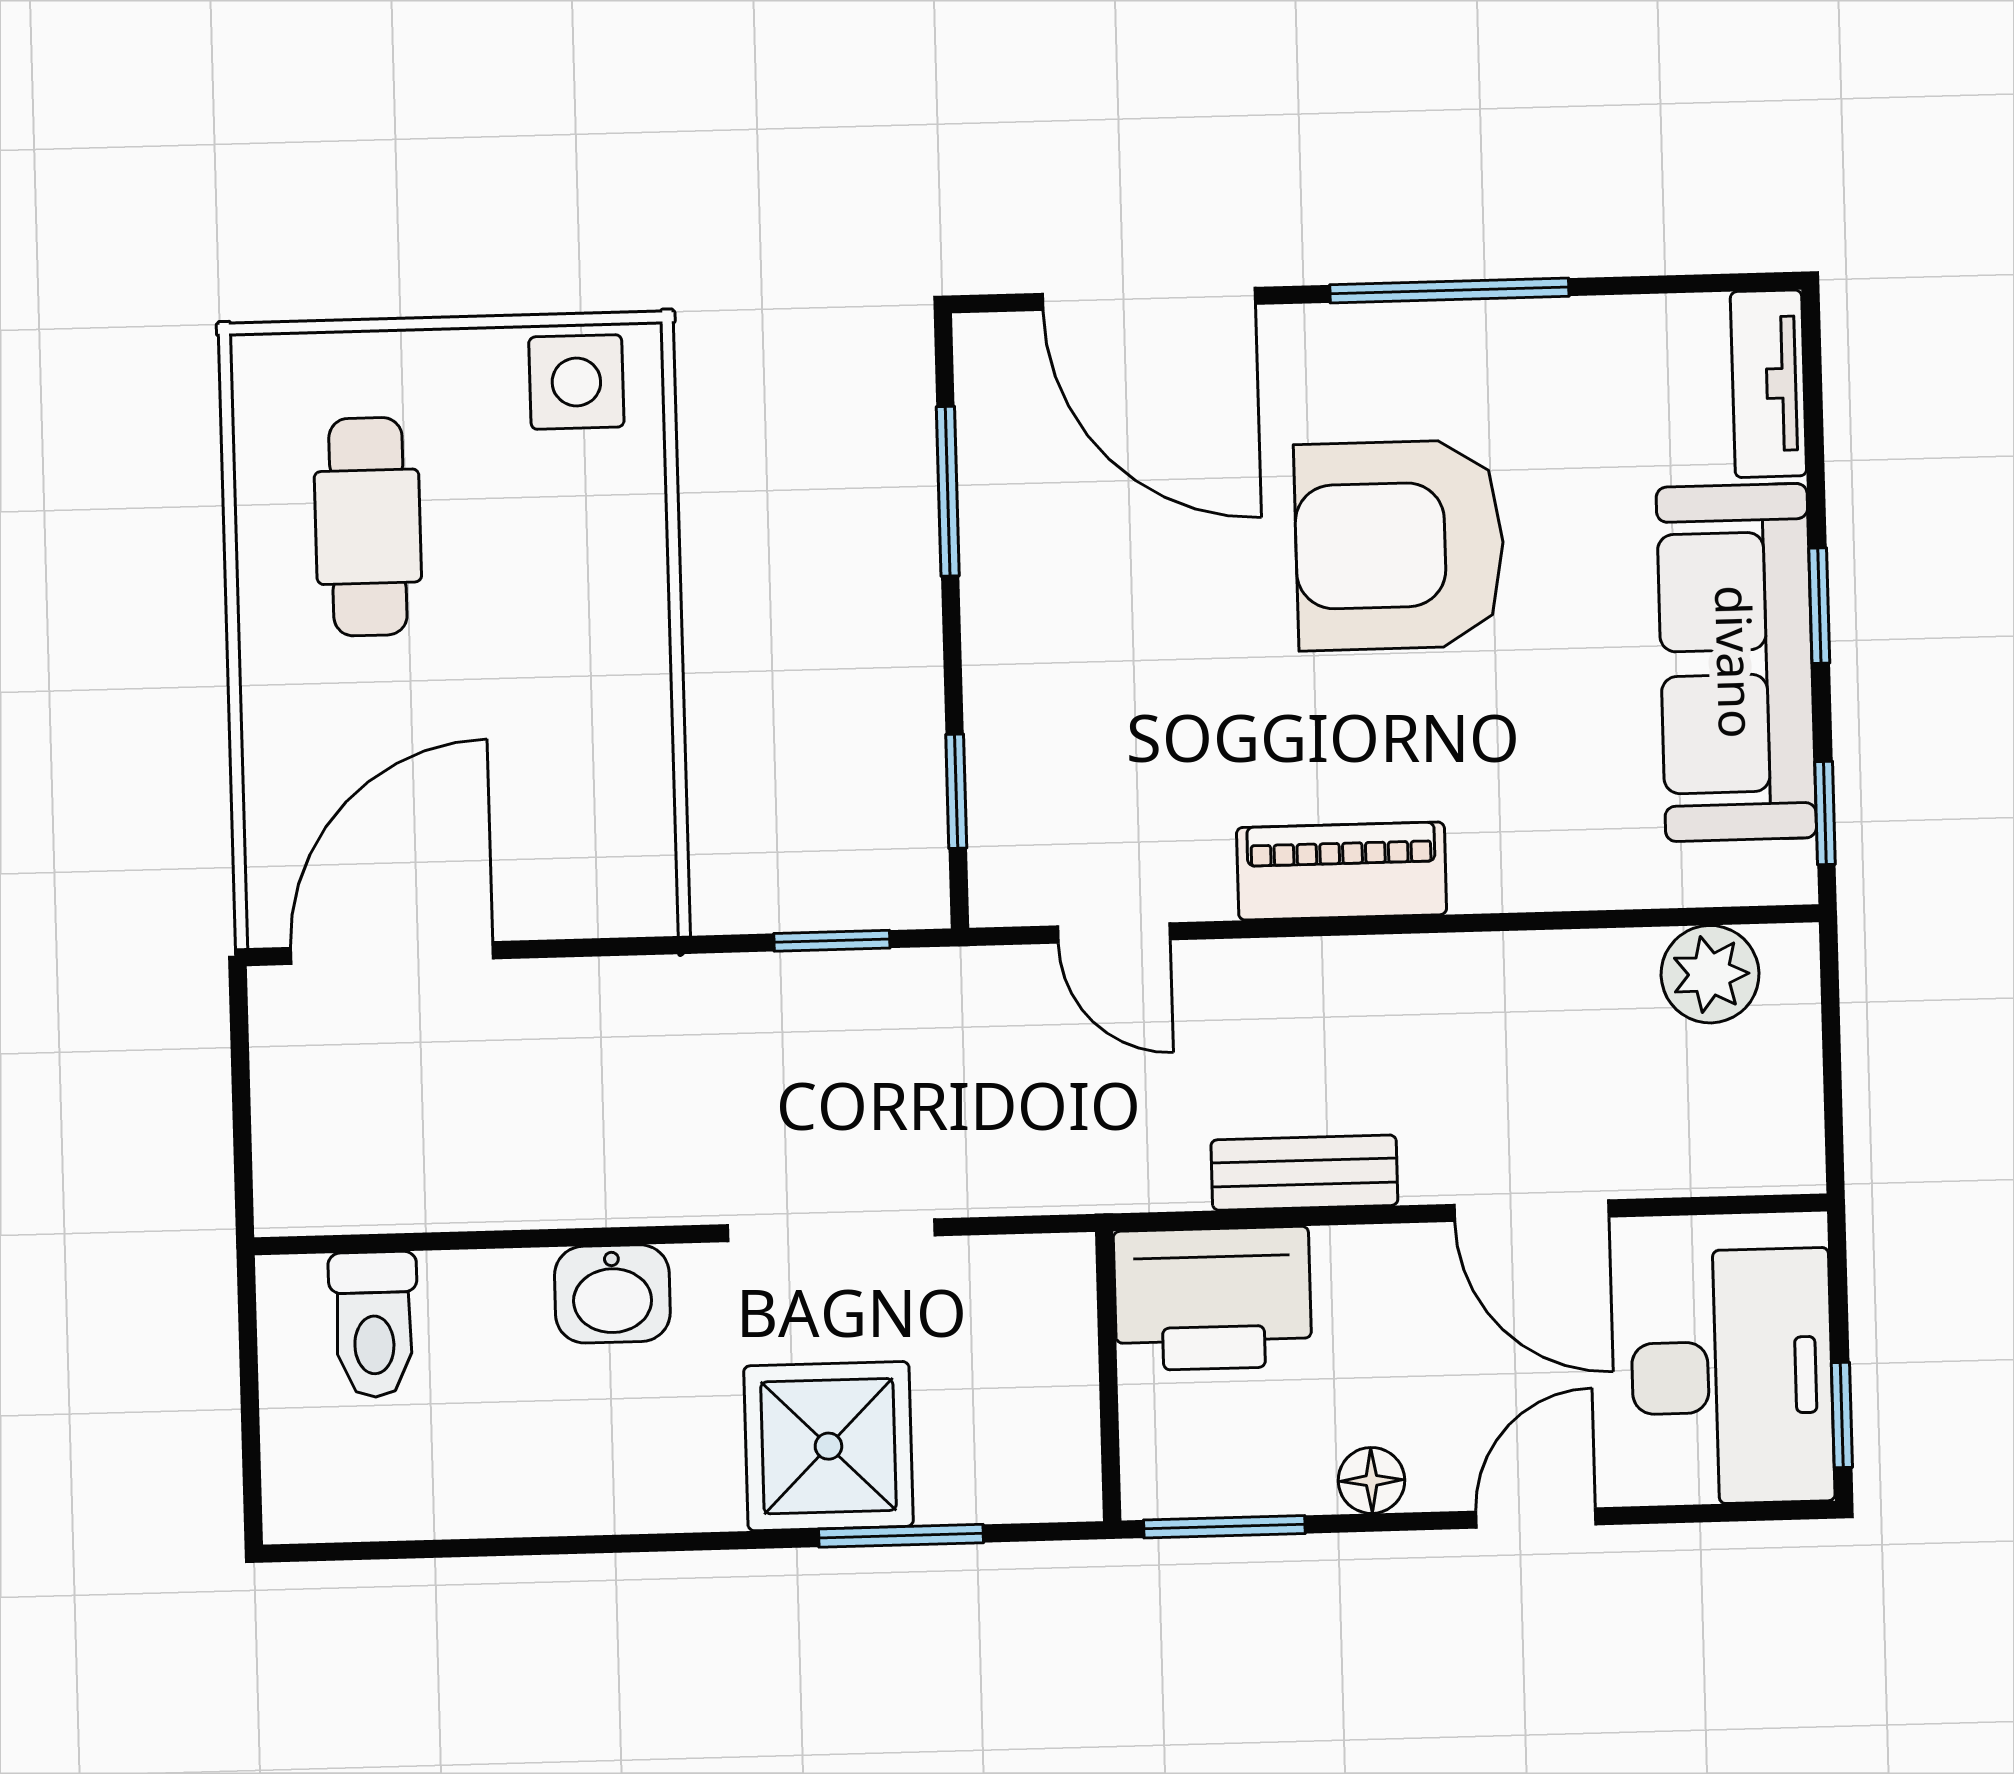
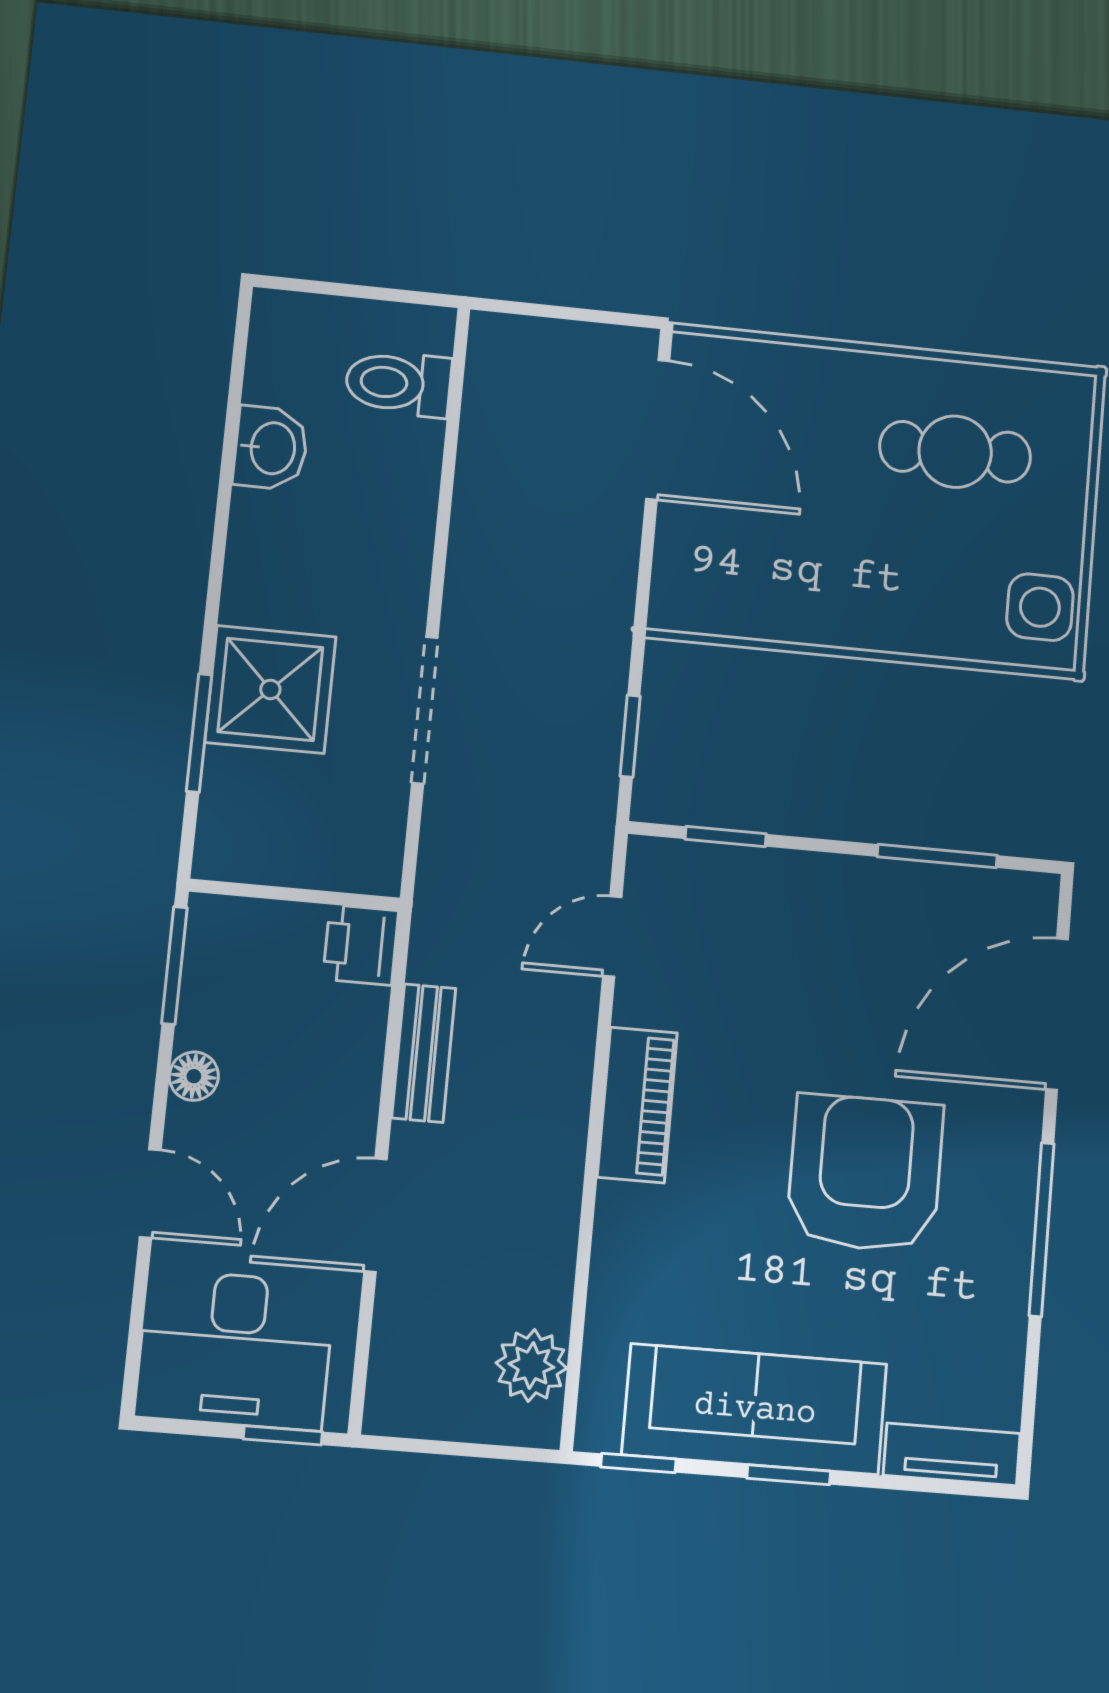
washbasin: (612, 1294) -> (271, 448), moved, turned 180
printer: (1213, 1299) -> (361, 945), width x0.53, depth x0.68
window: (1842, 1415) -> (283, 1435), moved

